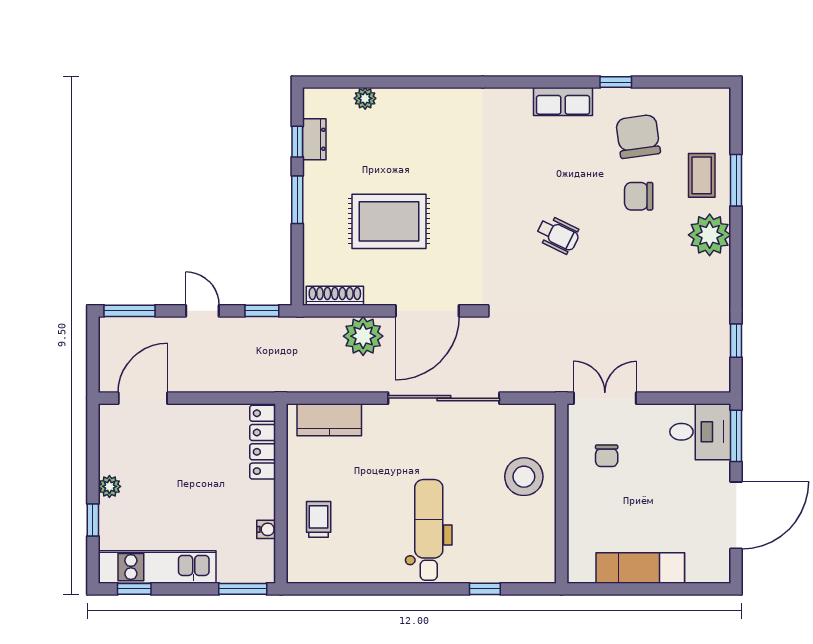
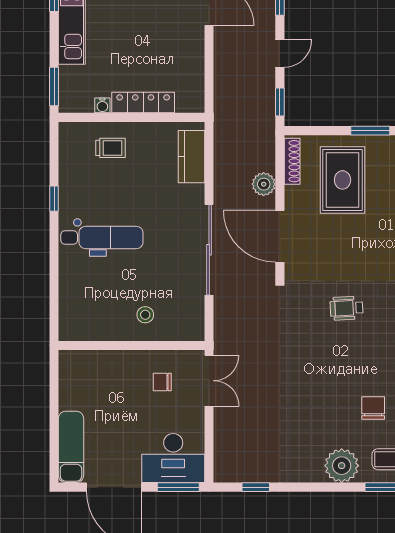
rug: (389, 221) -> (343, 180), moved
wheelchair: (558, 235) -> (347, 308), moved, turned 61
plant: (363, 336) -> (264, 184), width x0.73, depth x0.73
desk: (700, 432) -> (173, 458), width x1.37
locker: (263, 442) -> (143, 103), moved
stool: (524, 477) -> (145, 315), width x0.53, depth x0.53
exam couch: (640, 568) -> (71, 447), moved
window: (485, 589) -> (54, 199), moved

